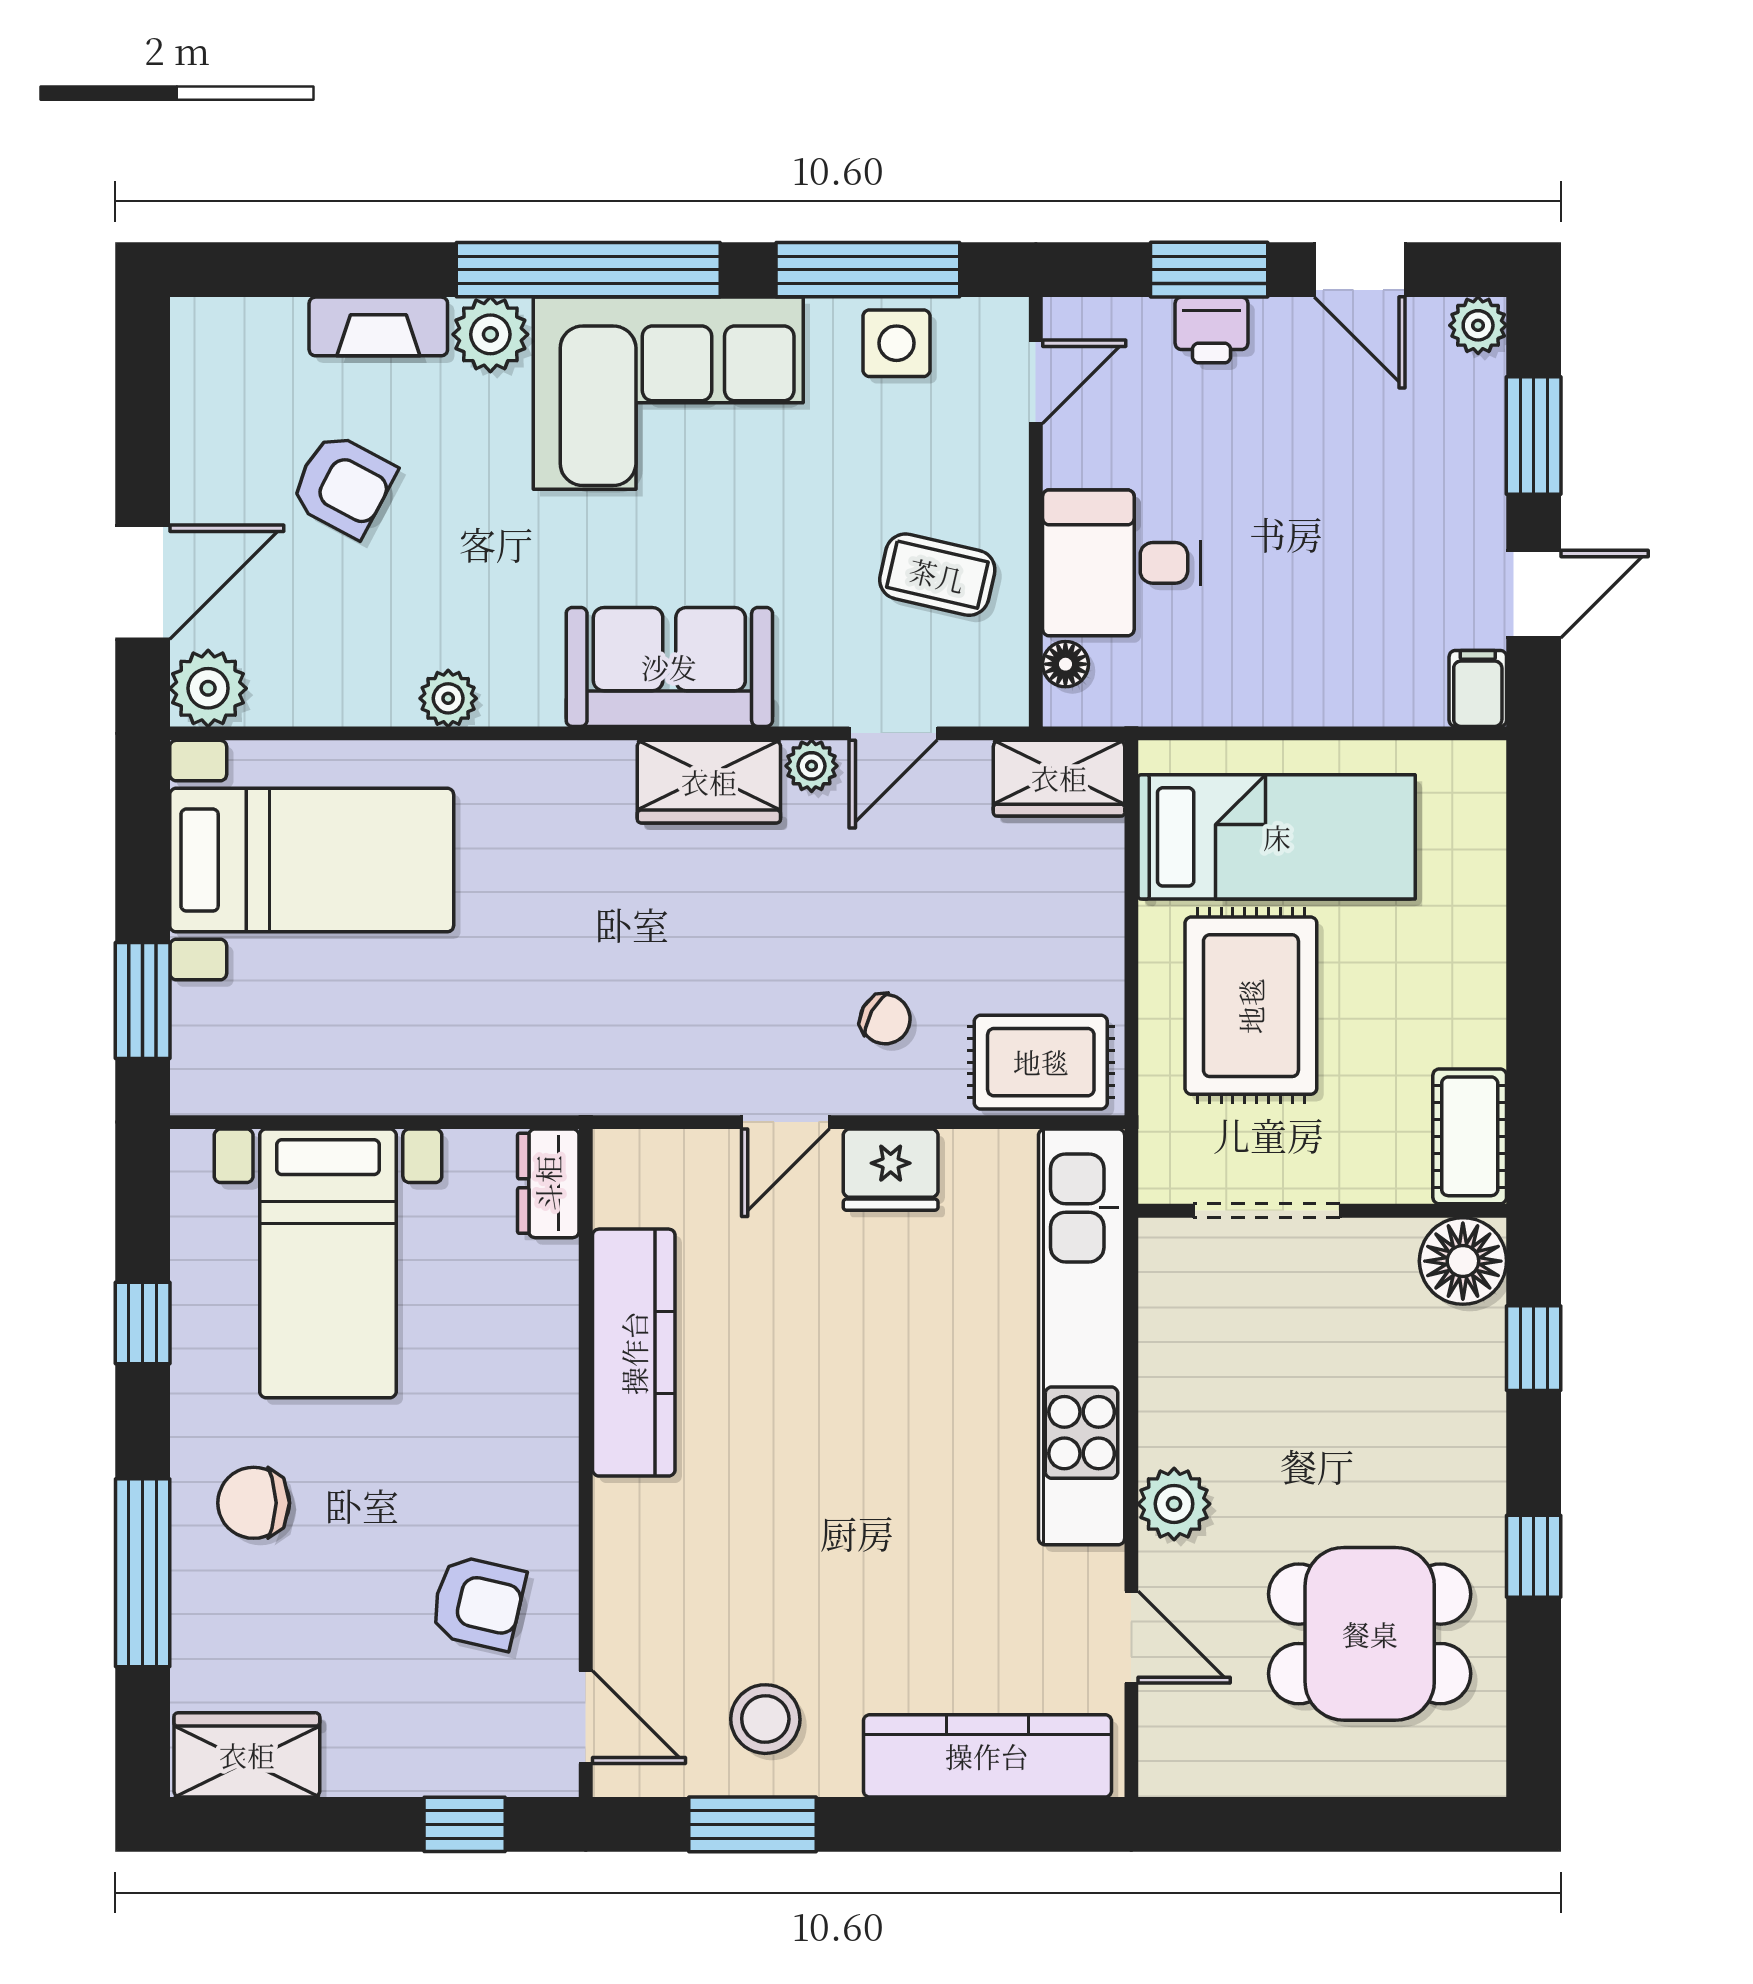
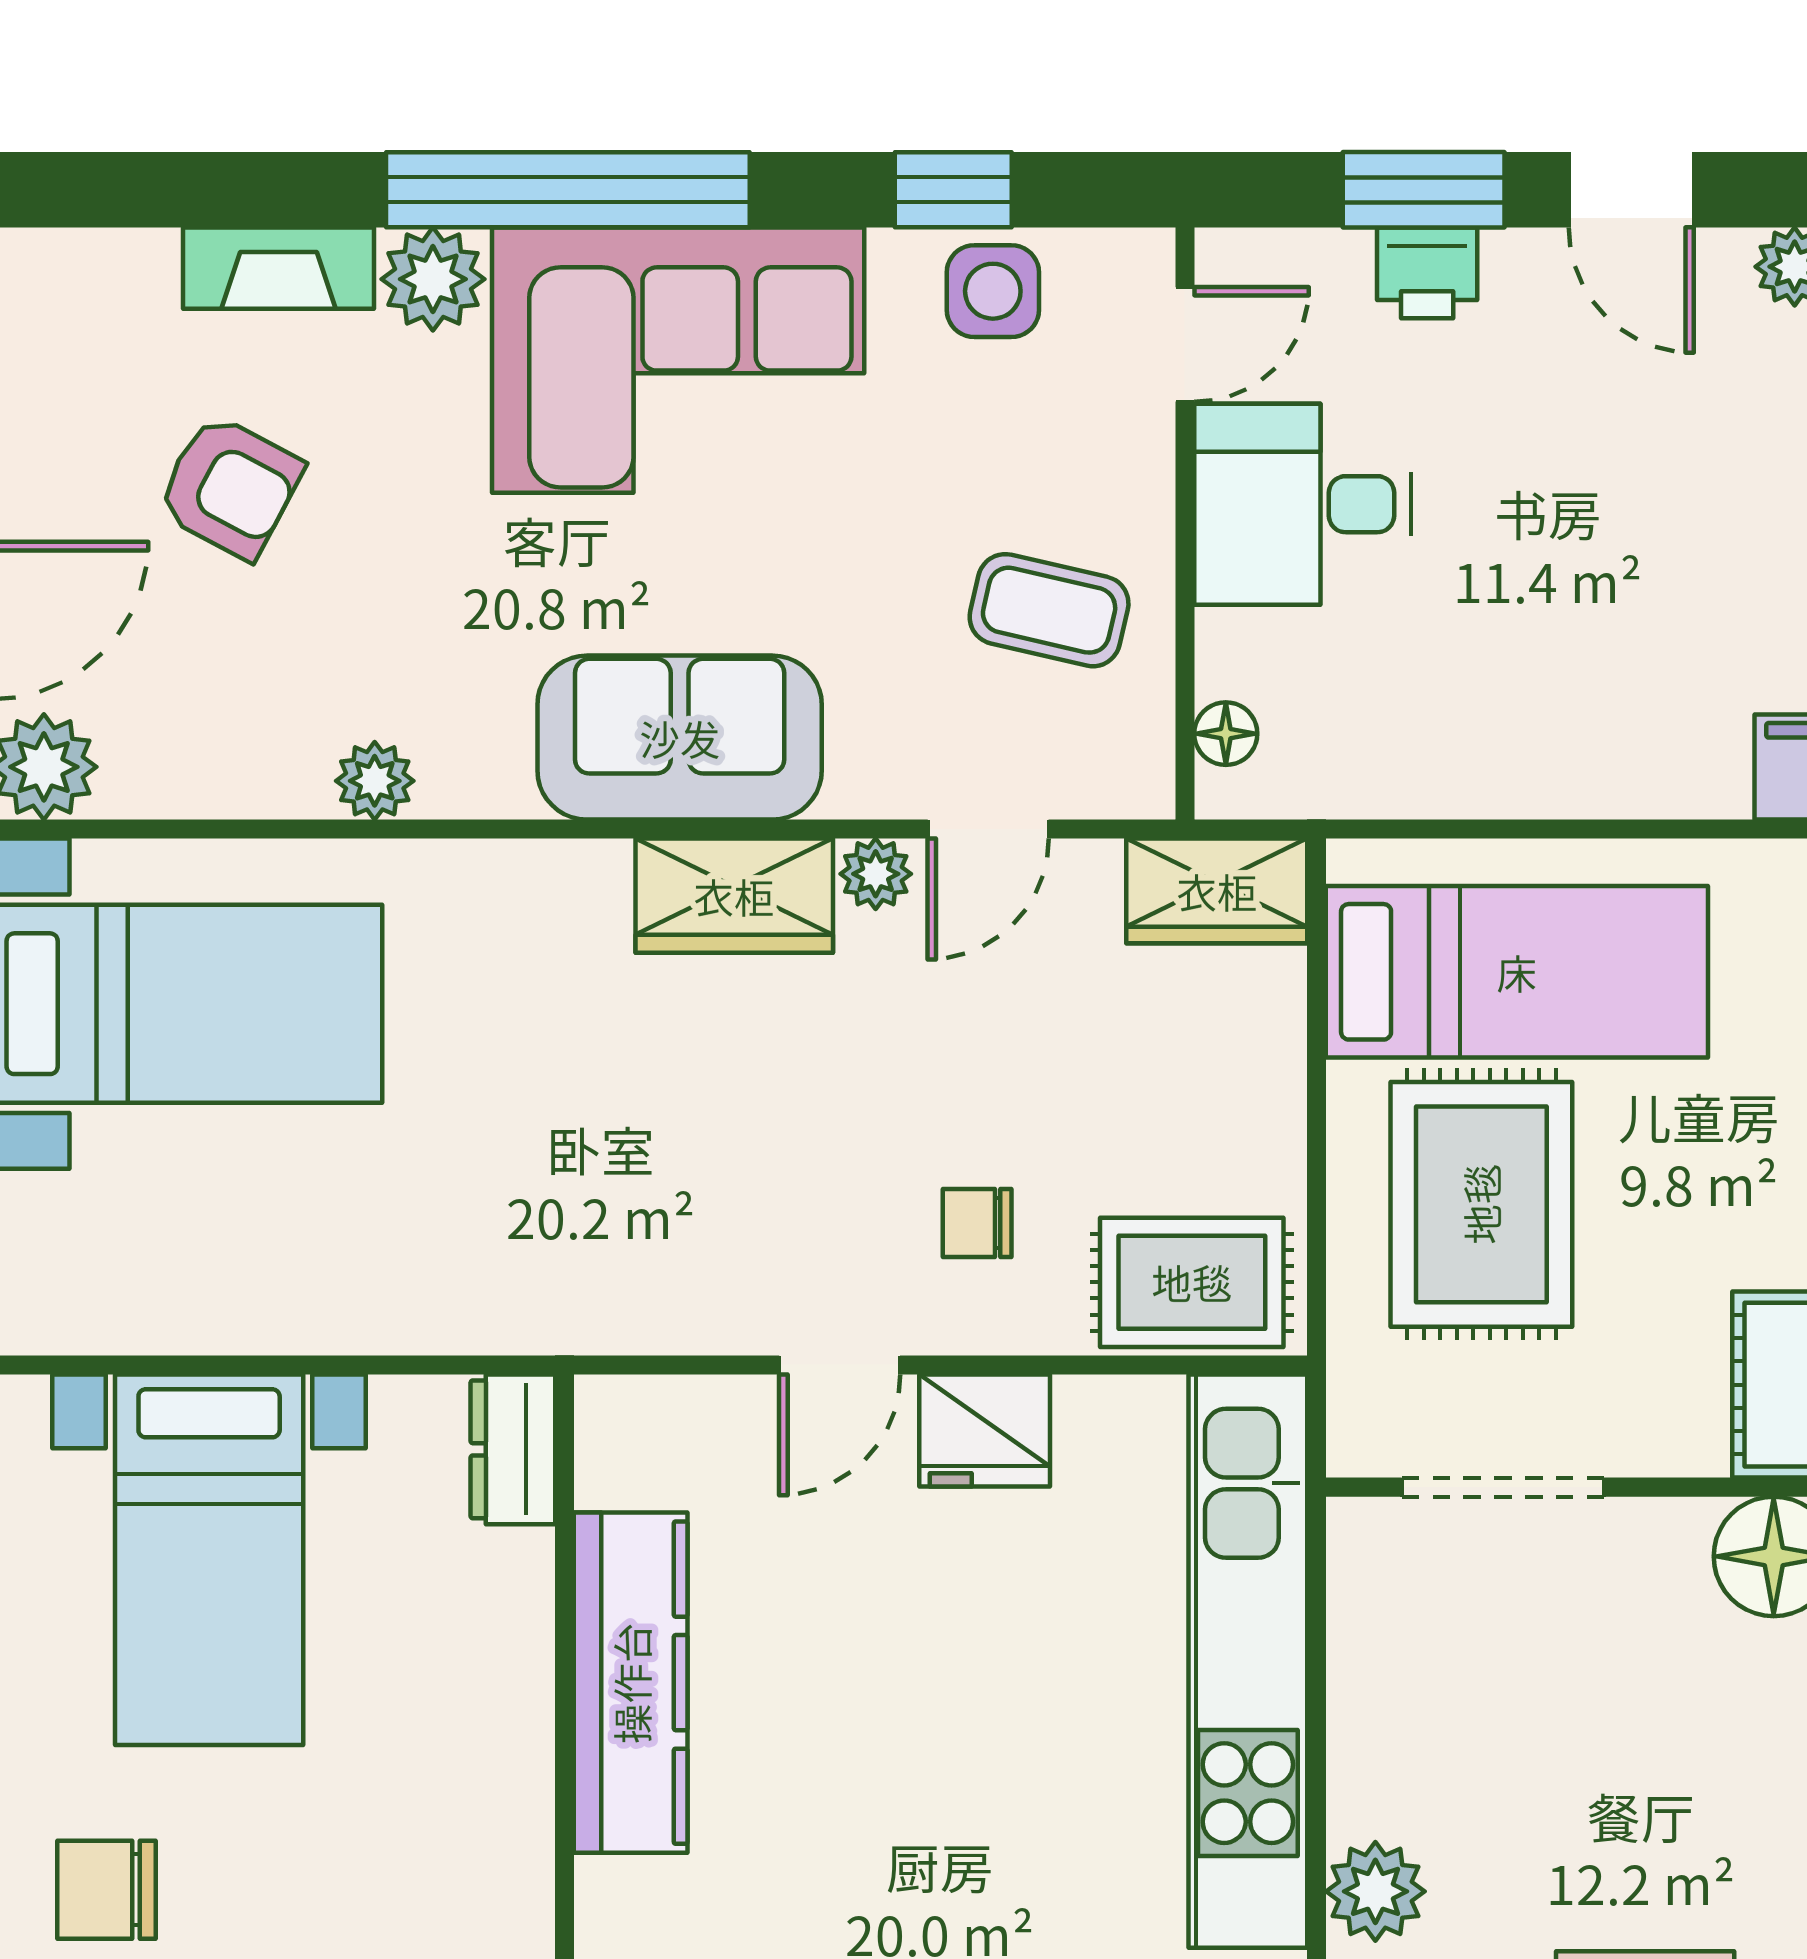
window: (868, 270) -> (953, 190), width x0.46
desk: (1121, 563) -> (1303, 504), moved
chair: (885, 1019) -> (977, 1223), turned 151

